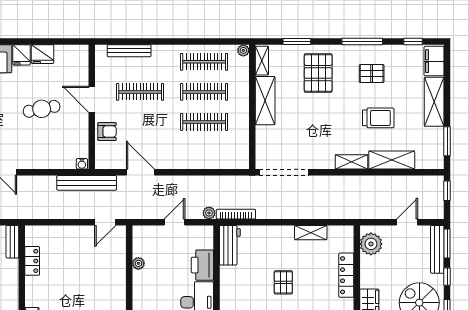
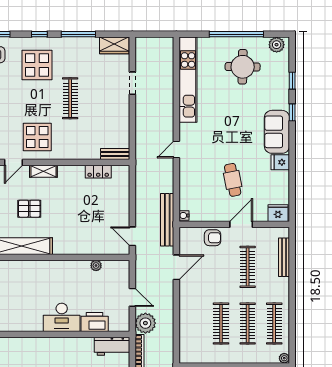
fridge: (43, 54) -> (278, 213), moved, turned 90
armchair: (107, 132) -> (213, 238), turned -90
plant: (209, 213) -> (145, 323), width x1.88, depth x1.88

